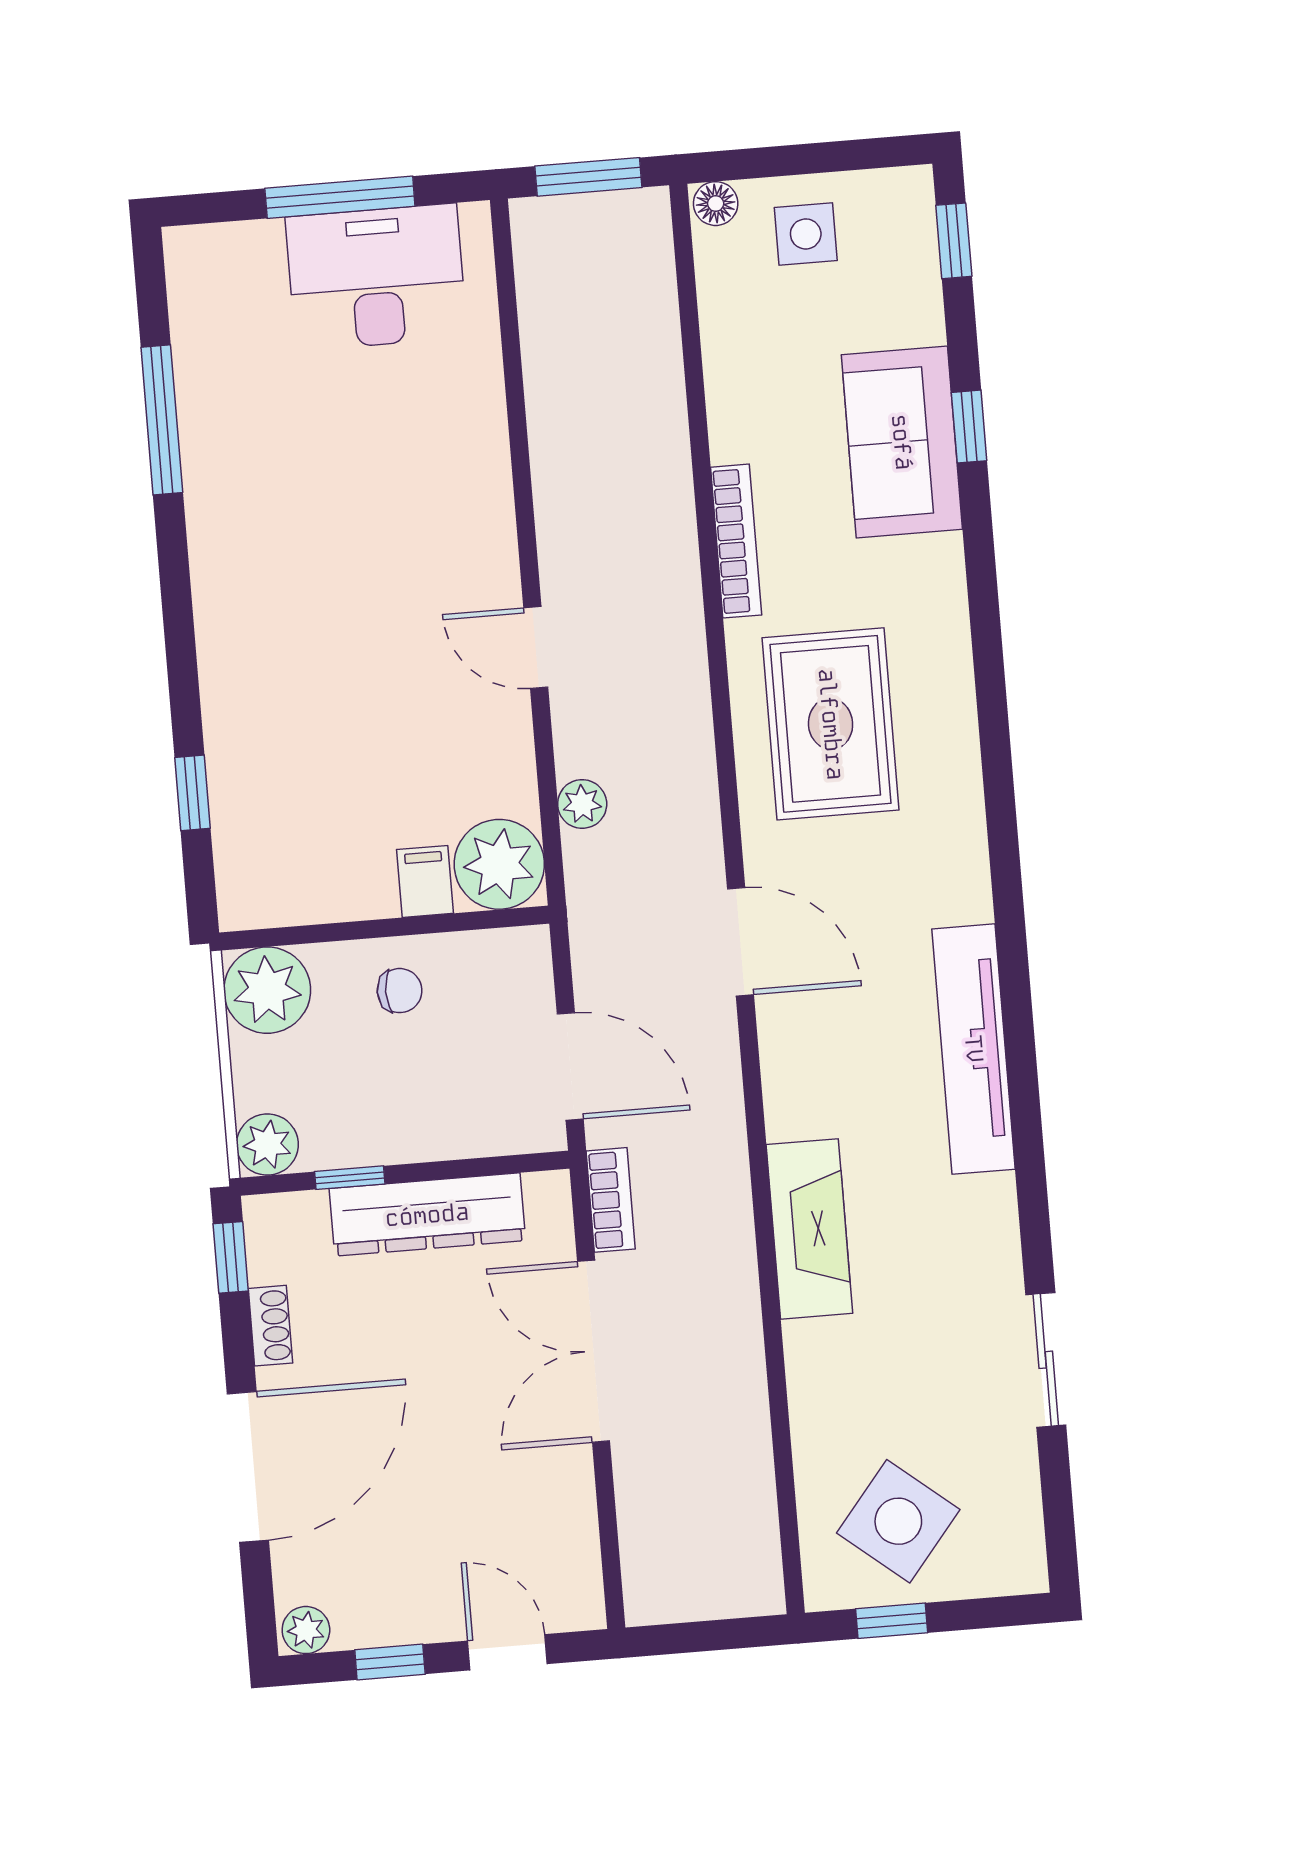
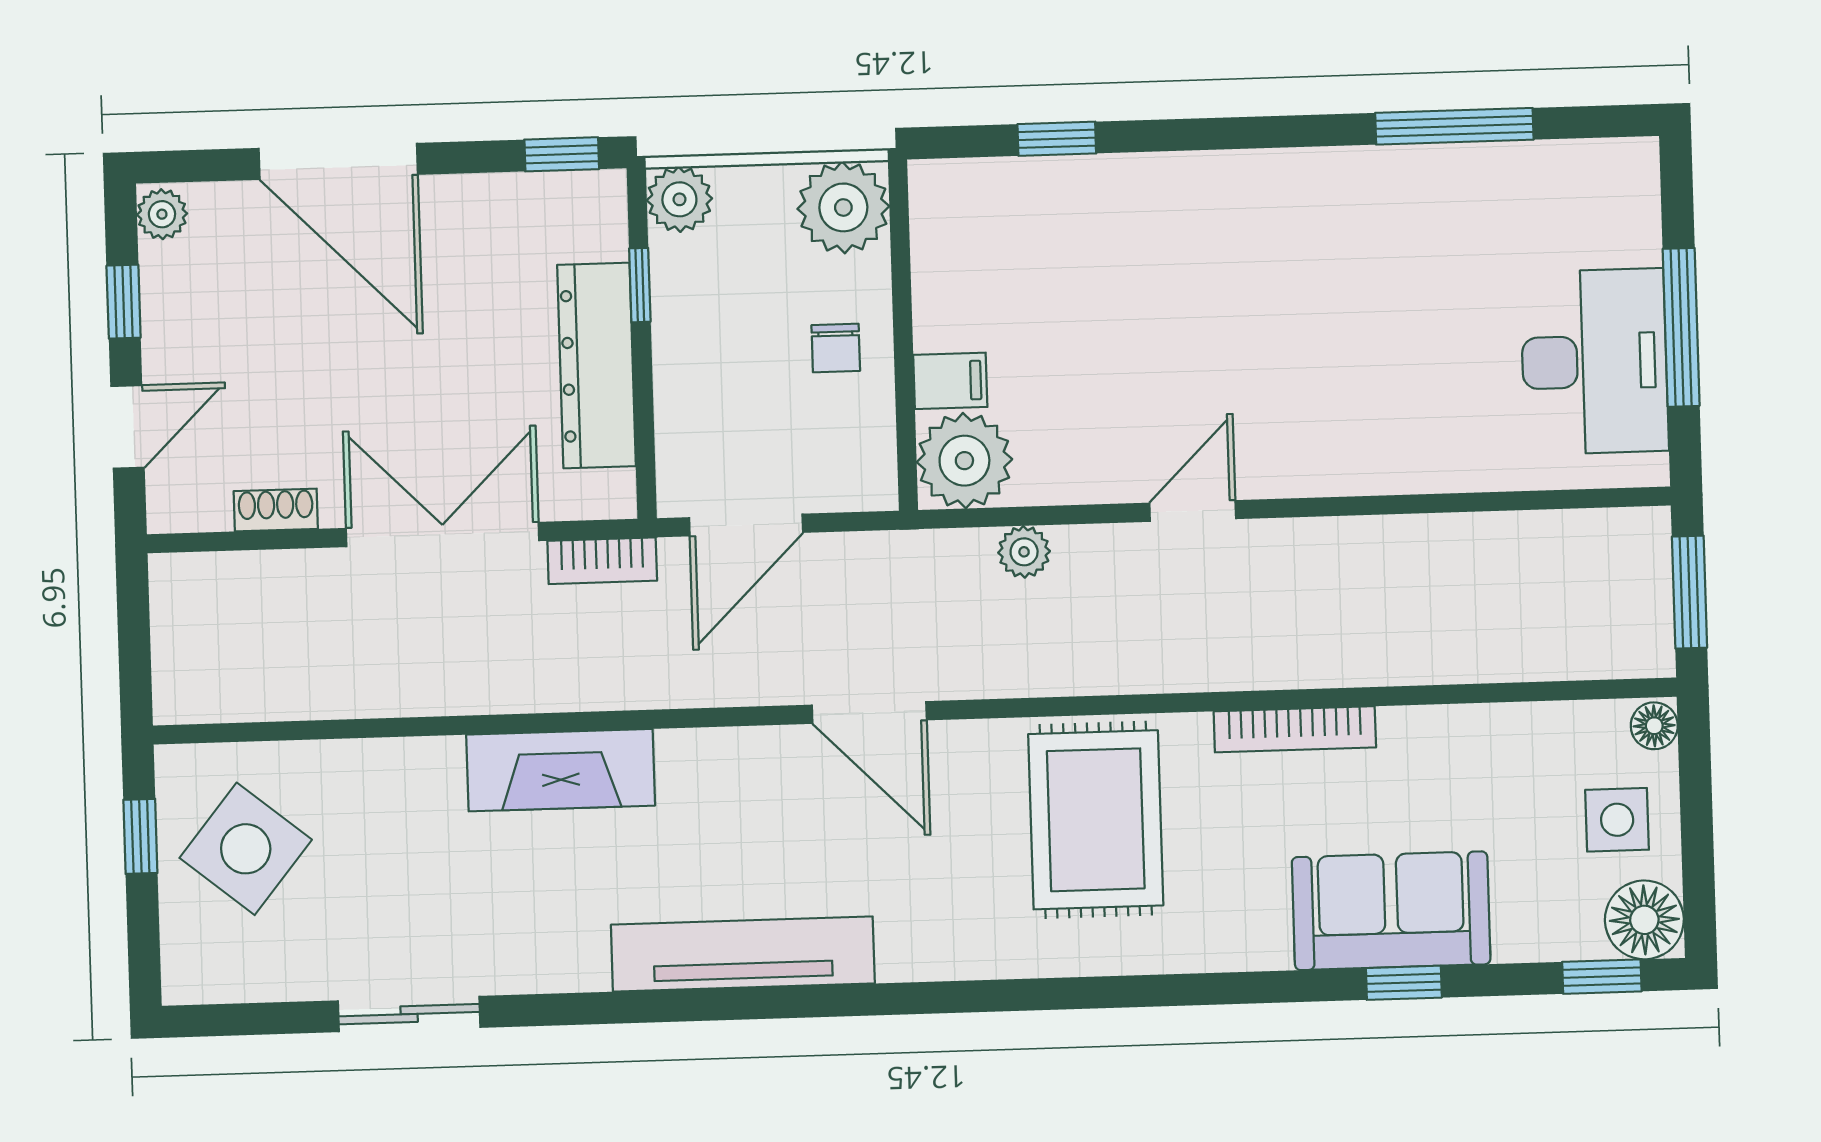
floor lamp: (898, 204) -> (1644, 920), added
rug: (831, 724) -> (1096, 820), turned 90
door: (741, 942) -> (869, 713), hinge flipped
shoe rack: (270, 1326) -> (276, 510), moved, turned 180

